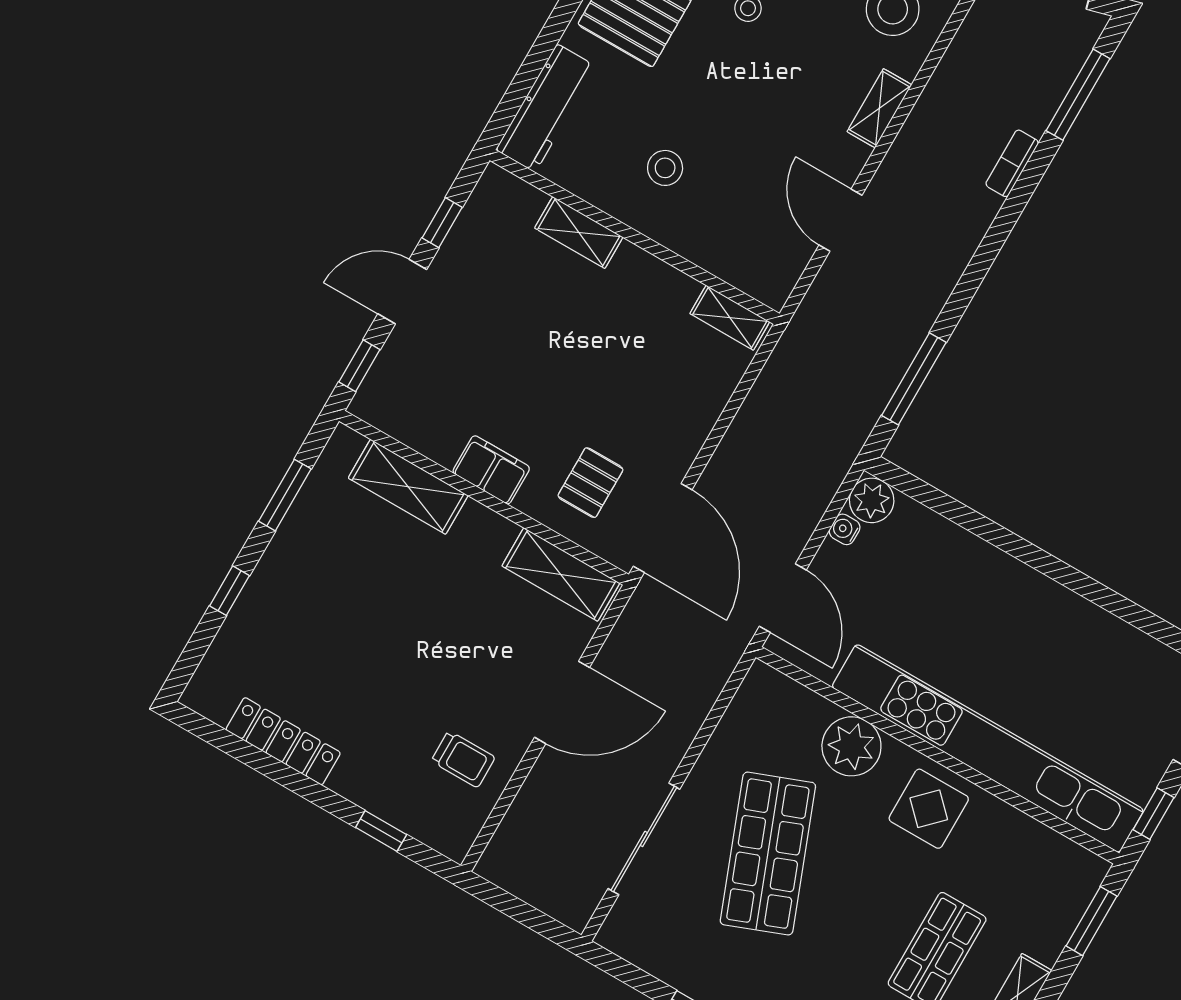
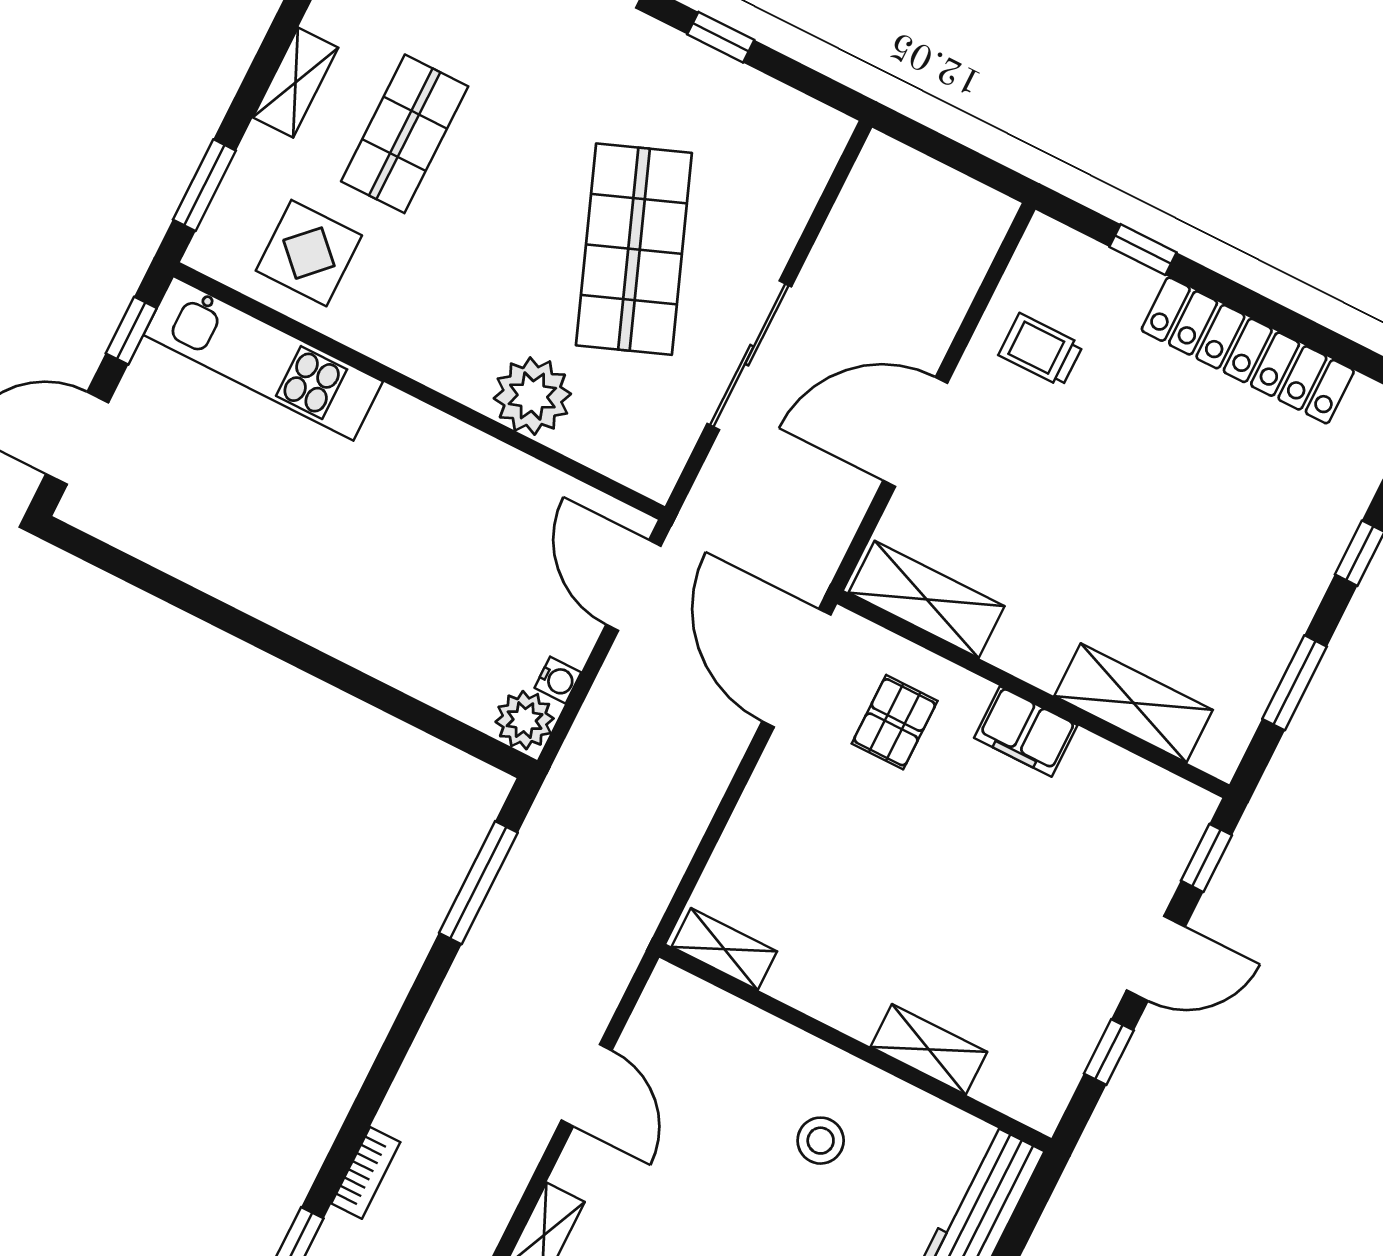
locker: (283, 741) -> (1248, 350), width x1.41, depth x1.21
kitchen unit: (988, 748) -> (263, 358), width x0.54
display table: (929, 809) -> (309, 253), moved
sliding door: (644, 839) -> (749, 355), moved

